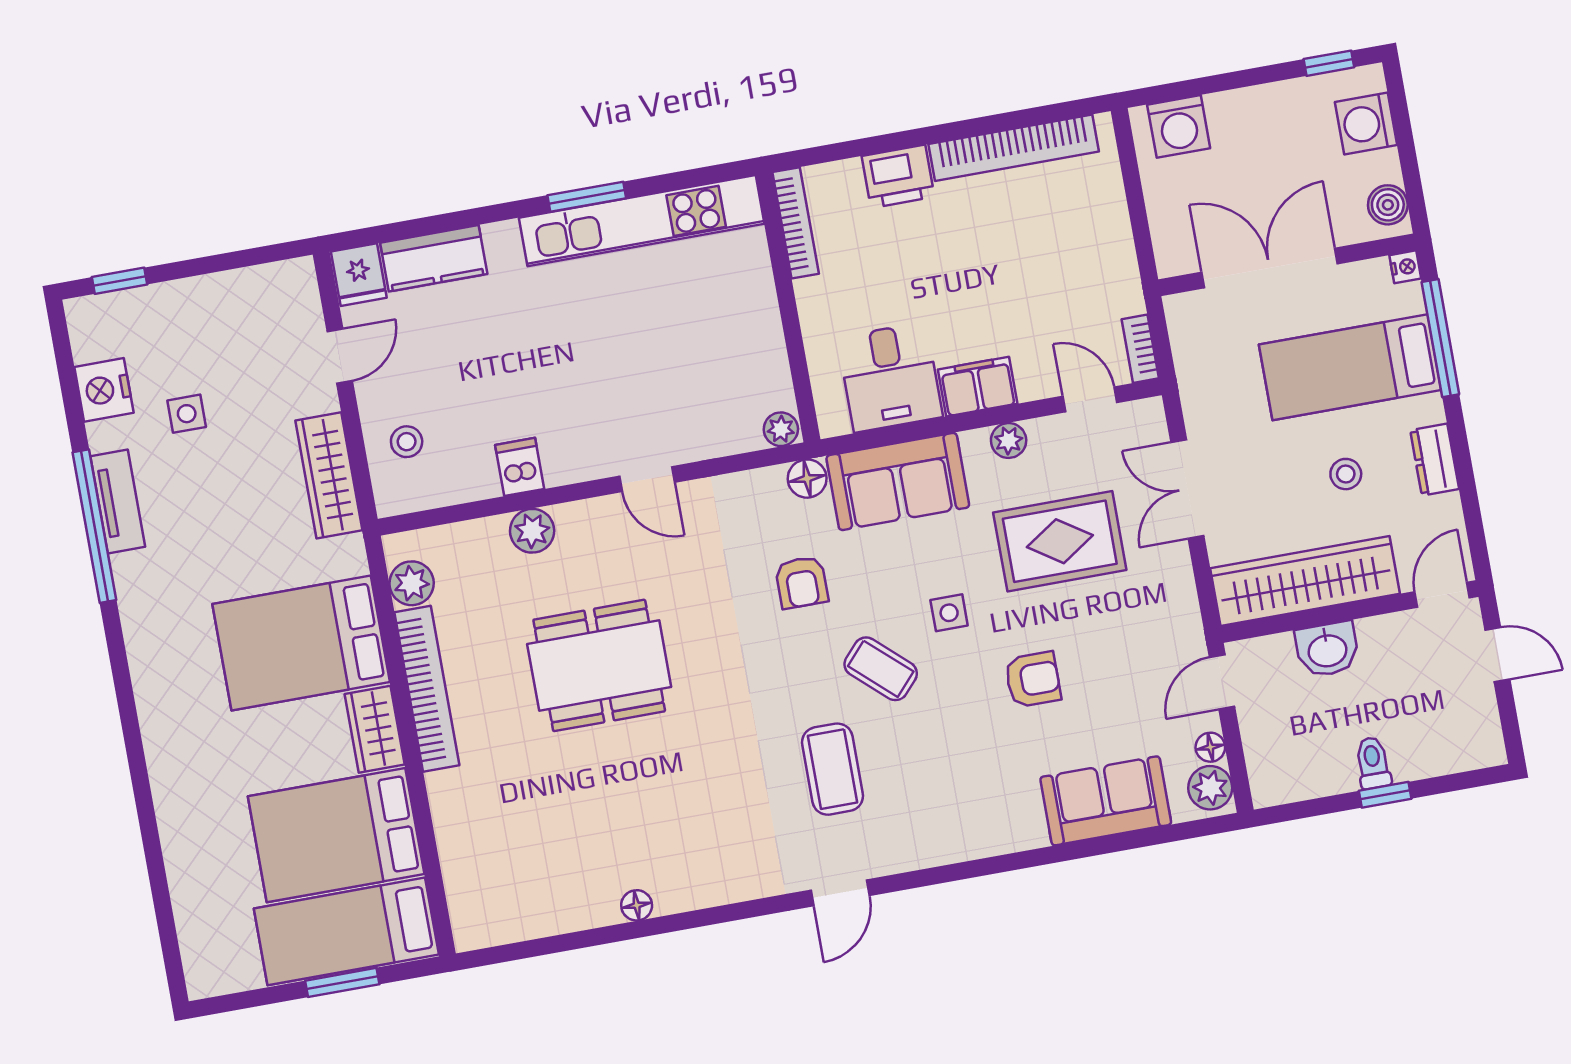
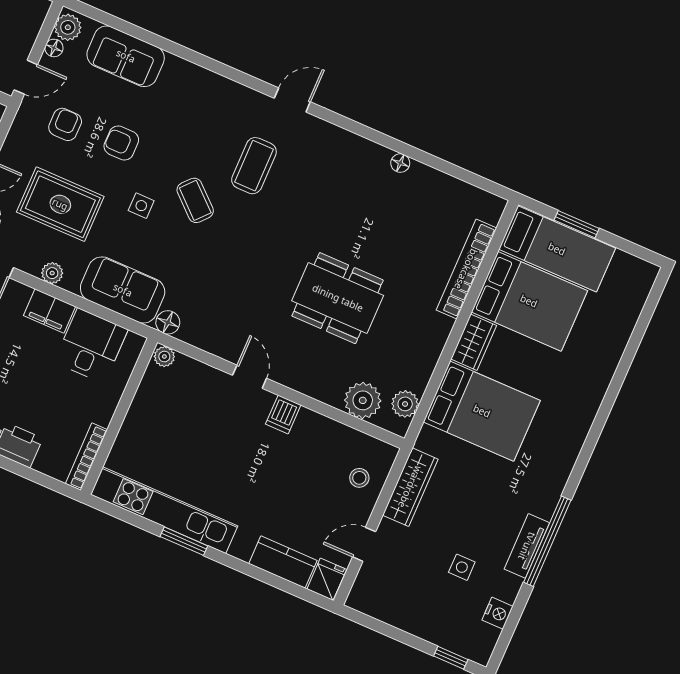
nightstand: (104, 390) -> (498, 613), width x0.74, depth x0.75
dishwasher: (520, 467) -> (283, 415), moved
plant: (532, 531) -> (363, 400), moved, width x1.36, depth x1.36
armchair: (802, 582) -> (65, 124), moved
bookcase: (427, 689) -> (466, 269), moved

